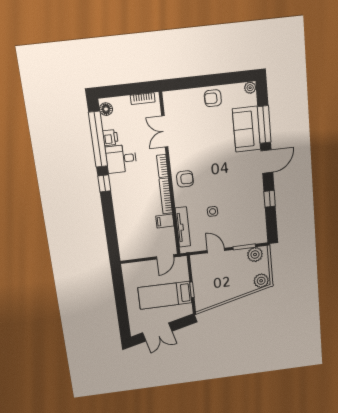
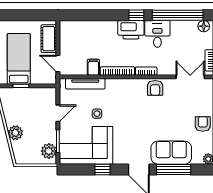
double door: (165, 131) -> (190, 77), moved
printer: (110, 138) -> (131, 30), moved, width x1.87, depth x1.48
armchair: (185, 179) -> (155, 88), moved
corner sofa: (246, 219) -> (86, 145), added
cot: (141, 269) -> (49, 39), added
plant: (261, 281) -> (15, 133), moved

